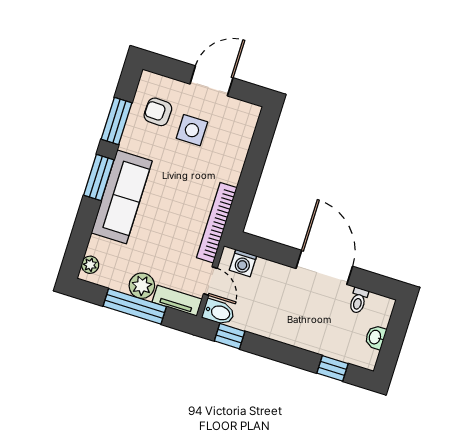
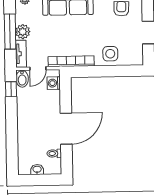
side table: (192, 130) -> (110, 54), moved
window: (333, 368) -> (12, 152), removed

